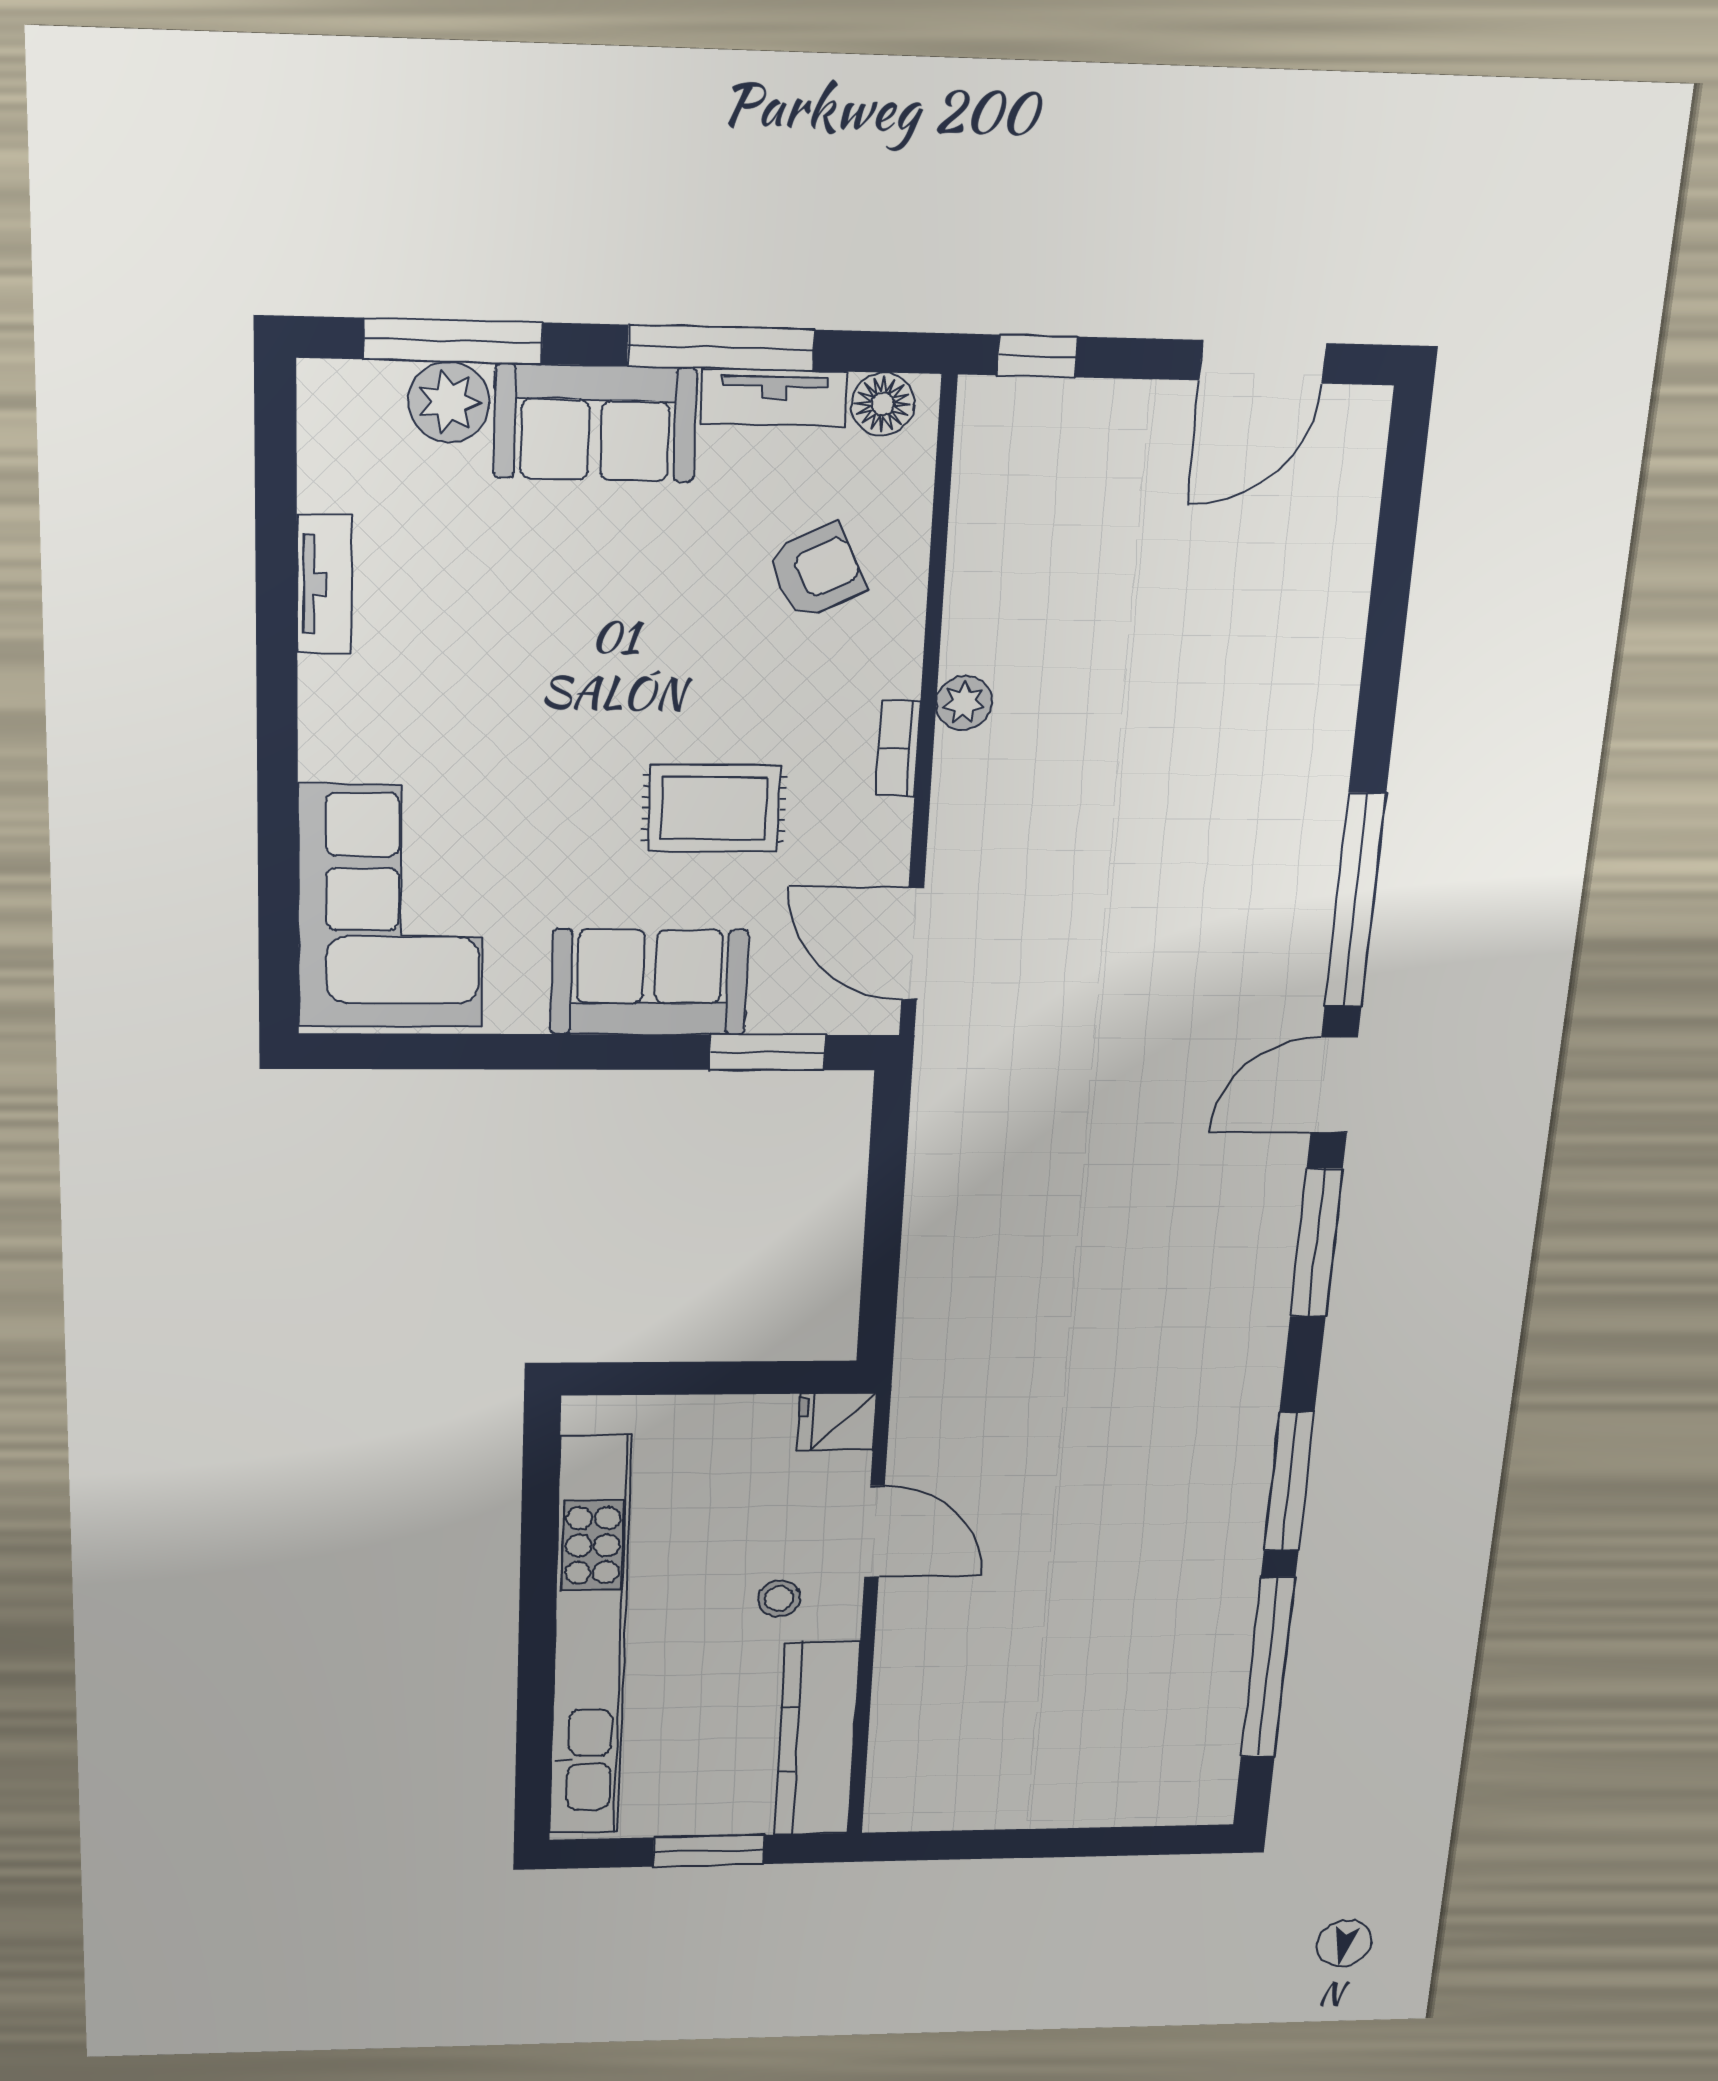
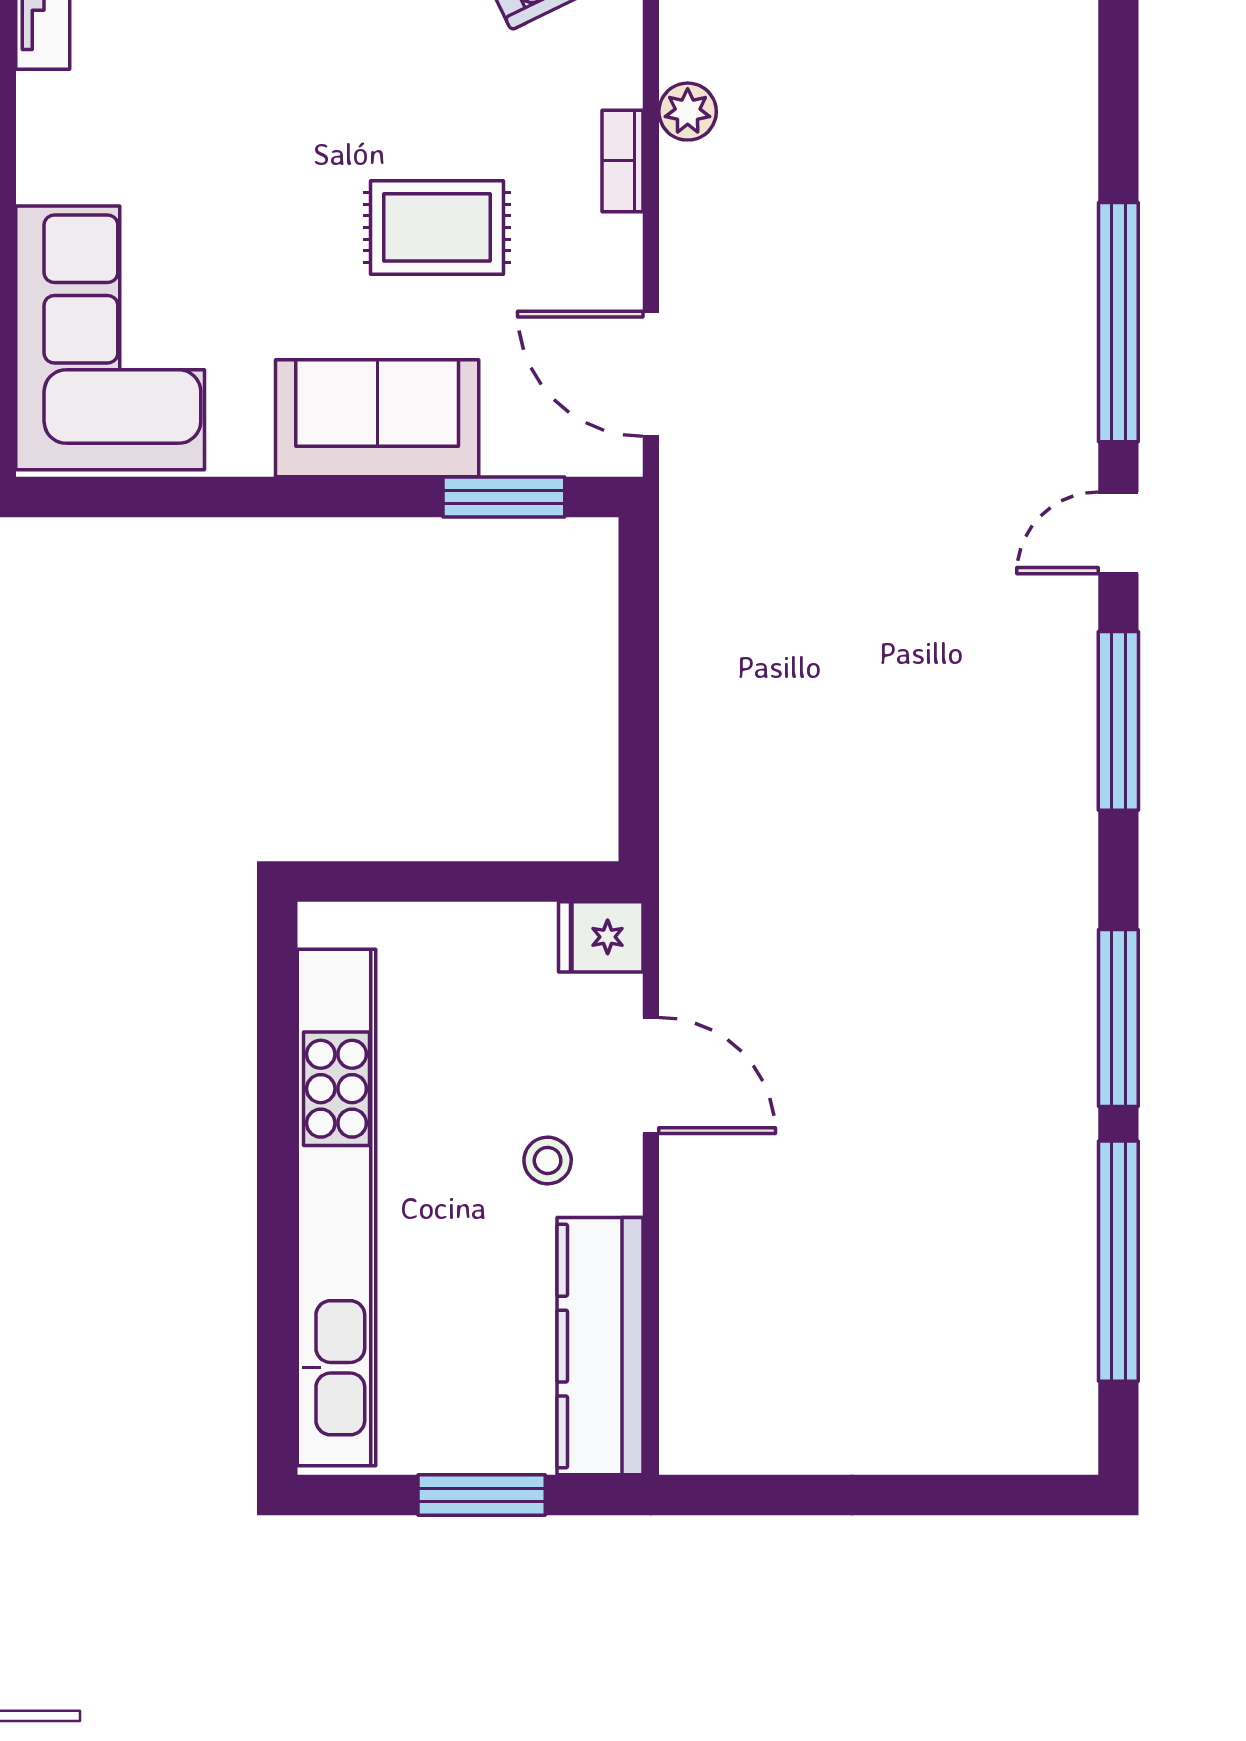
door: (1334, 1085) -> (1118, 533), width x0.73

